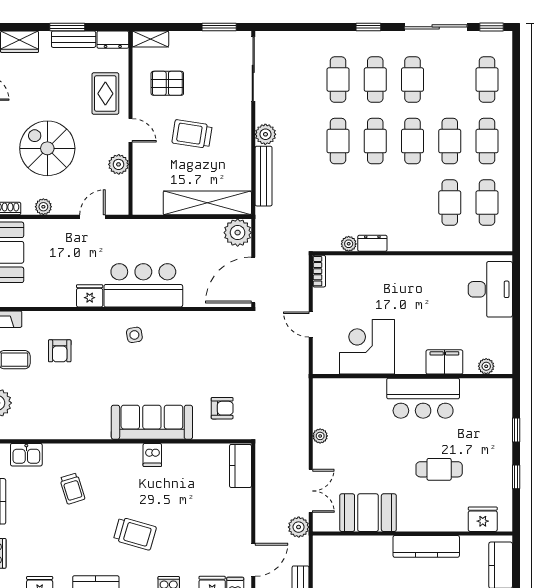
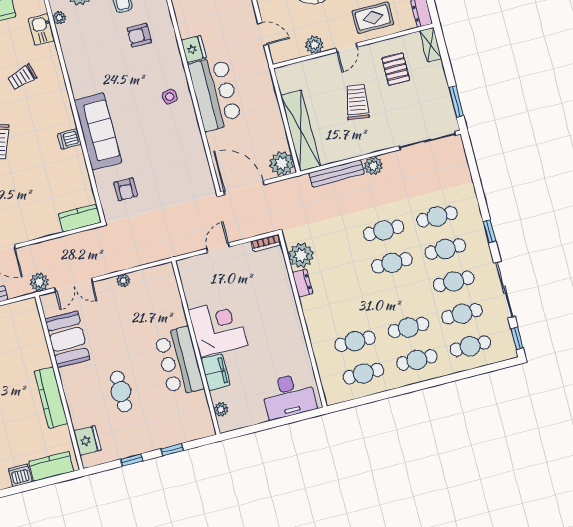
cafe table: (412, 141) -> (462, 314), moved
plant: (349, 244) -> (301, 255), width x1.88, depth x1.88
corner desk: (367, 347) -> (218, 328), moved
plant: (19, 432) -> (59, 18), added

